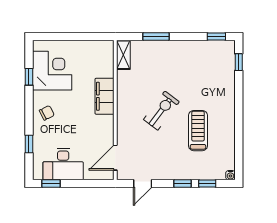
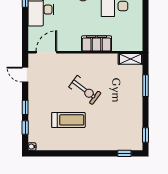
door: (115, 158) -> (46, 52), hinge flipped

